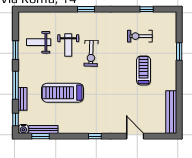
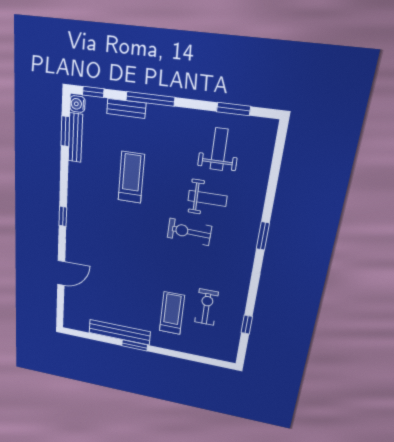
weight bench: (68, 45) -> (207, 198), turned 180
window: (15, 50) -> (233, 109), moved
window: (179, 51) -> (135, 345), moved
treadmill: (144, 71) -> (172, 313), moved, turned -90
treadmill: (63, 93) -> (131, 177), width x0.73, depth x0.73
bench: (171, 112) -> (119, 332), moved

